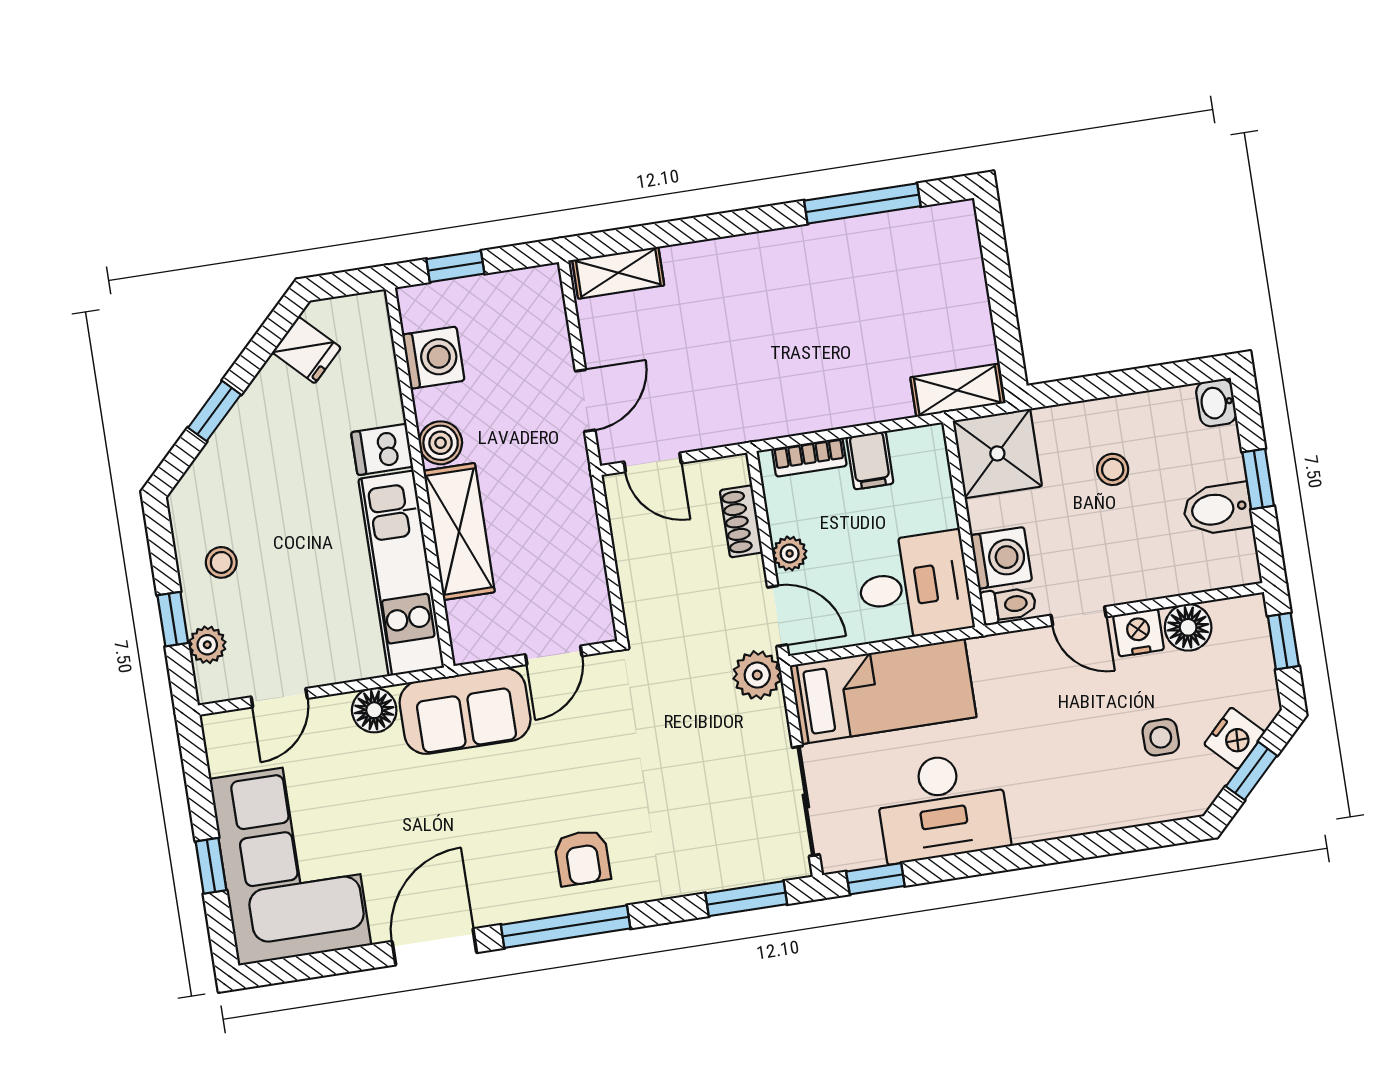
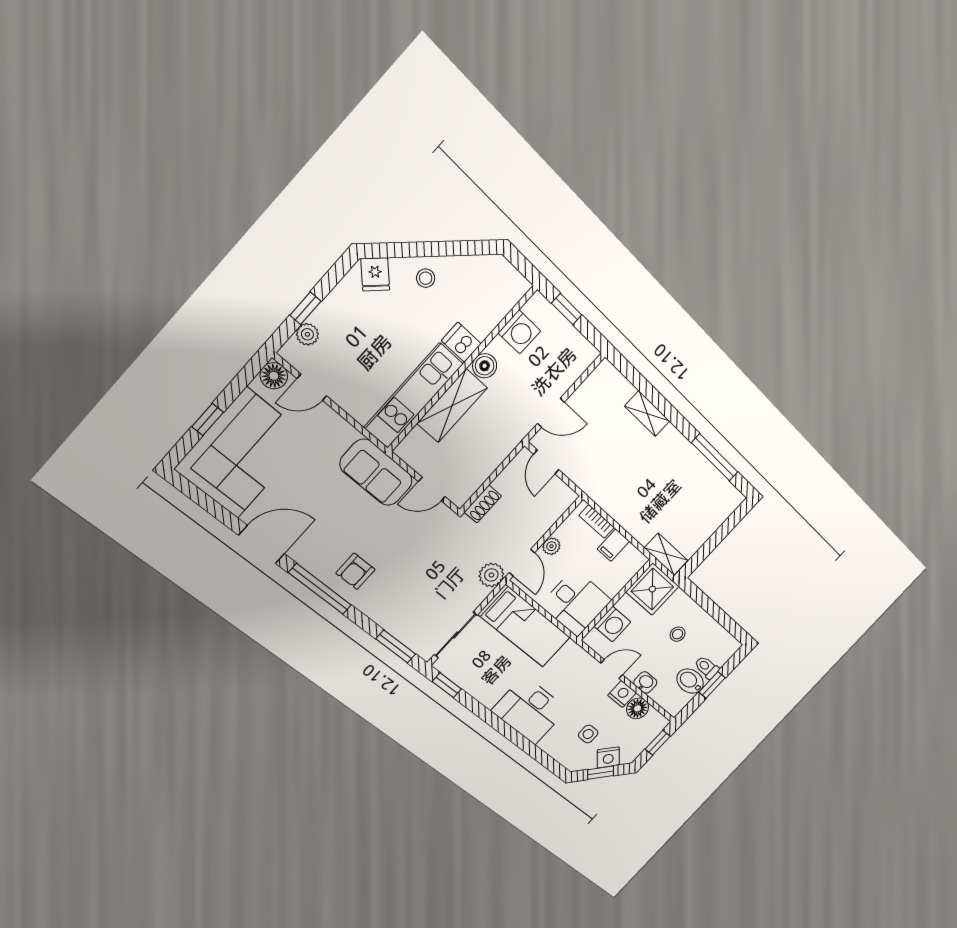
shelving: (618, 273) -> (647, 414), moved
fridge: (307, 350) -> (375, 274), moved
washbasin: (1216, 403) -> (645, 682), moved, turned 90
window: (214, 411) -> (418, 250), removed
shoe rack: (741, 521) -> (483, 504), moved, turned 180
stool: (221, 562) -> (426, 278), moved
toilet: (1008, 605) -> (707, 667), moved, turned 180
door: (1079, 616) -> (612, 669), swing flipped
floor lamp: (374, 710) -> (274, 376), moved
desk: (942, 807) -> (530, 710), moved

